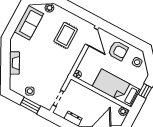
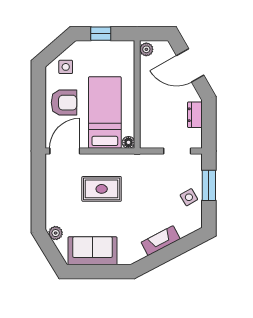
rug: (66, 35) -> (102, 189), moved
armchair: (118, 51) -> (64, 103), turned 90
bed: (116, 88) -> (105, 112), moved, turned 180

